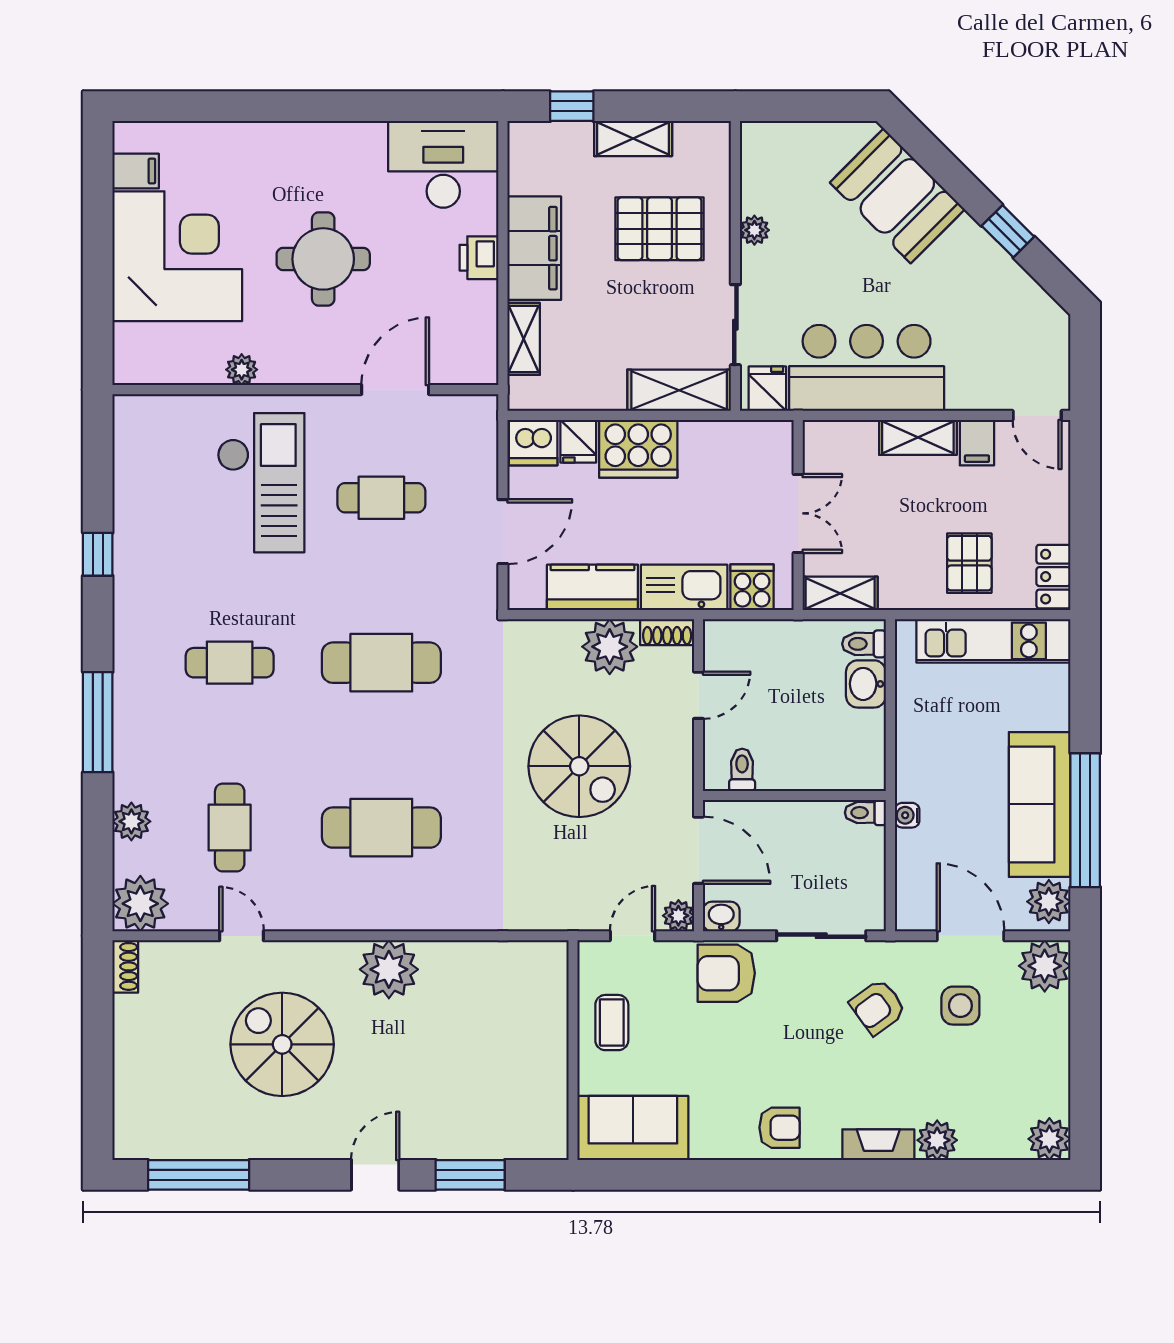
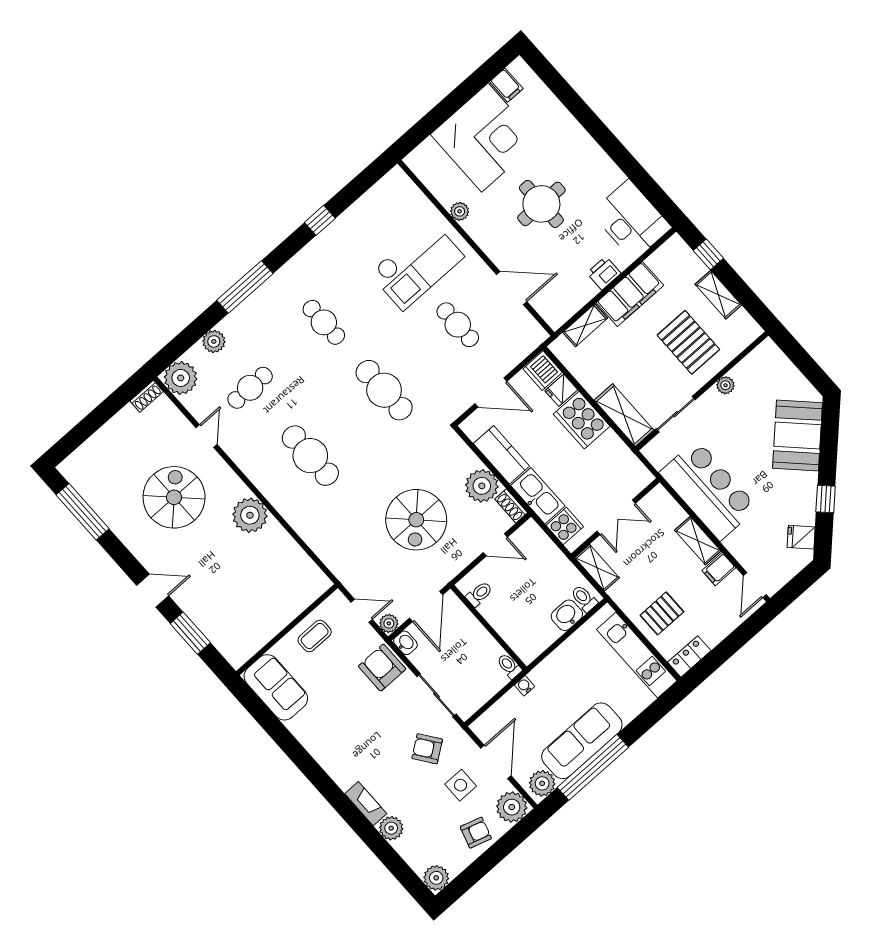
fridge: (767, 389) -> (801, 537), moved, turned -135
armchair: (779, 1128) -> (476, 833), moved, turned -73

